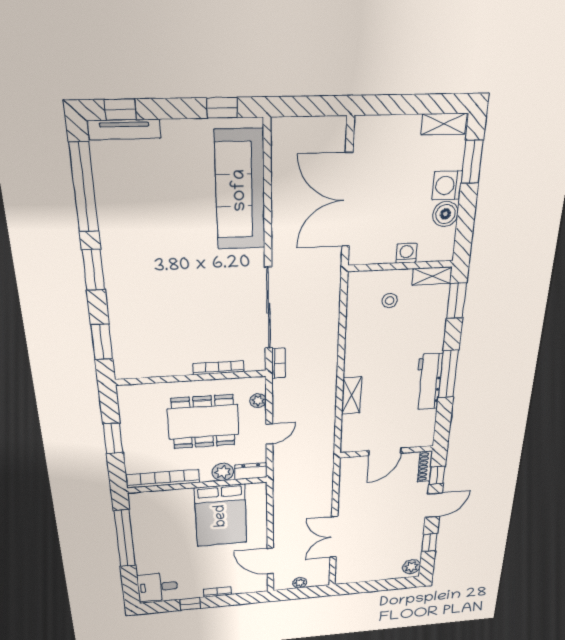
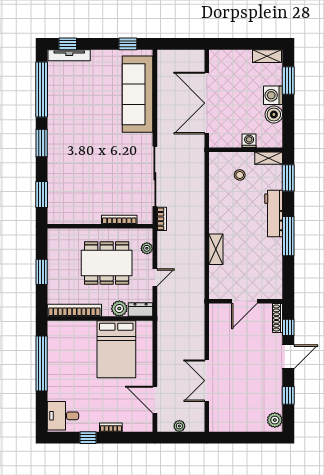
workbench: (429, 382) -> (274, 214), moved

